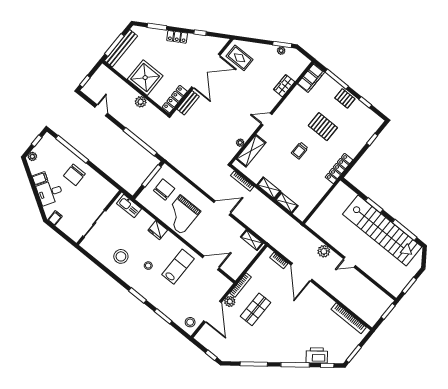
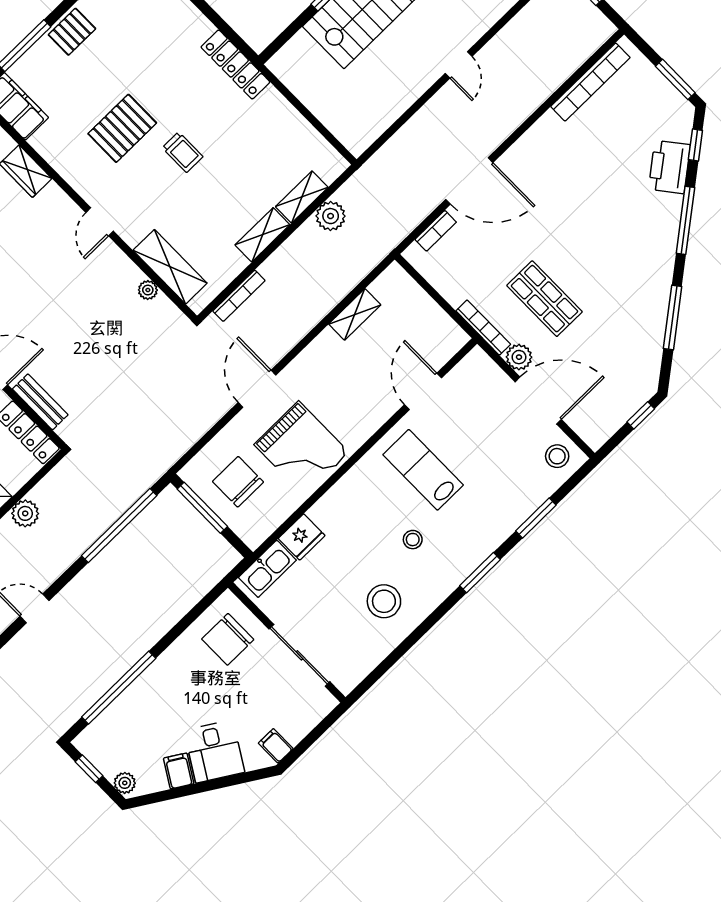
pallet: (323, 127) -> (122, 128), moved
chair: (74, 175) -> (228, 639), moved, turned 90
door: (222, 208) -> (257, 389), moved
fridge: (158, 230) -> (302, 537), moved
shelving: (252, 240) -> (355, 314), moved
plant: (324, 251) -> (331, 216), moved

